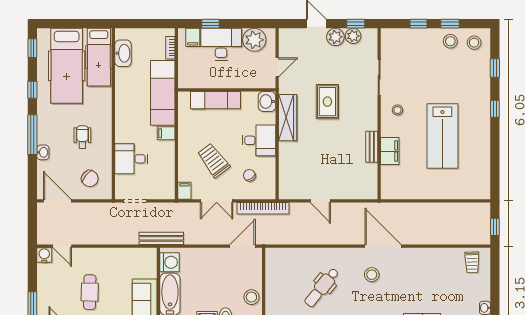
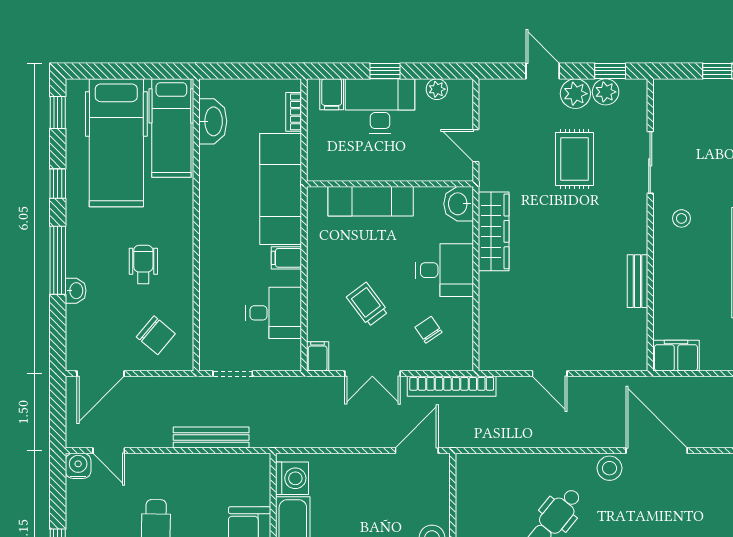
window: (211, 24) -> (385, 71), moved
plant: (254, 40) -> (437, 89), width x0.53, depth x0.53
door: (277, 67) -> (476, 146), swing flipped
rug: (327, 102) -> (575, 159), moved
filing cabinet: (390, 151) -> (676, 356), moved, turned -90
desk: (131, 159) -> (274, 313), moved, turned 180
trolley: (214, 160) -> (367, 304), width x0.73, depth x0.72
door: (57, 201) -> (100, 374), swing flipped
bench: (161, 238) -> (211, 437), moved
stool: (372, 275) -> (610, 468), moved

